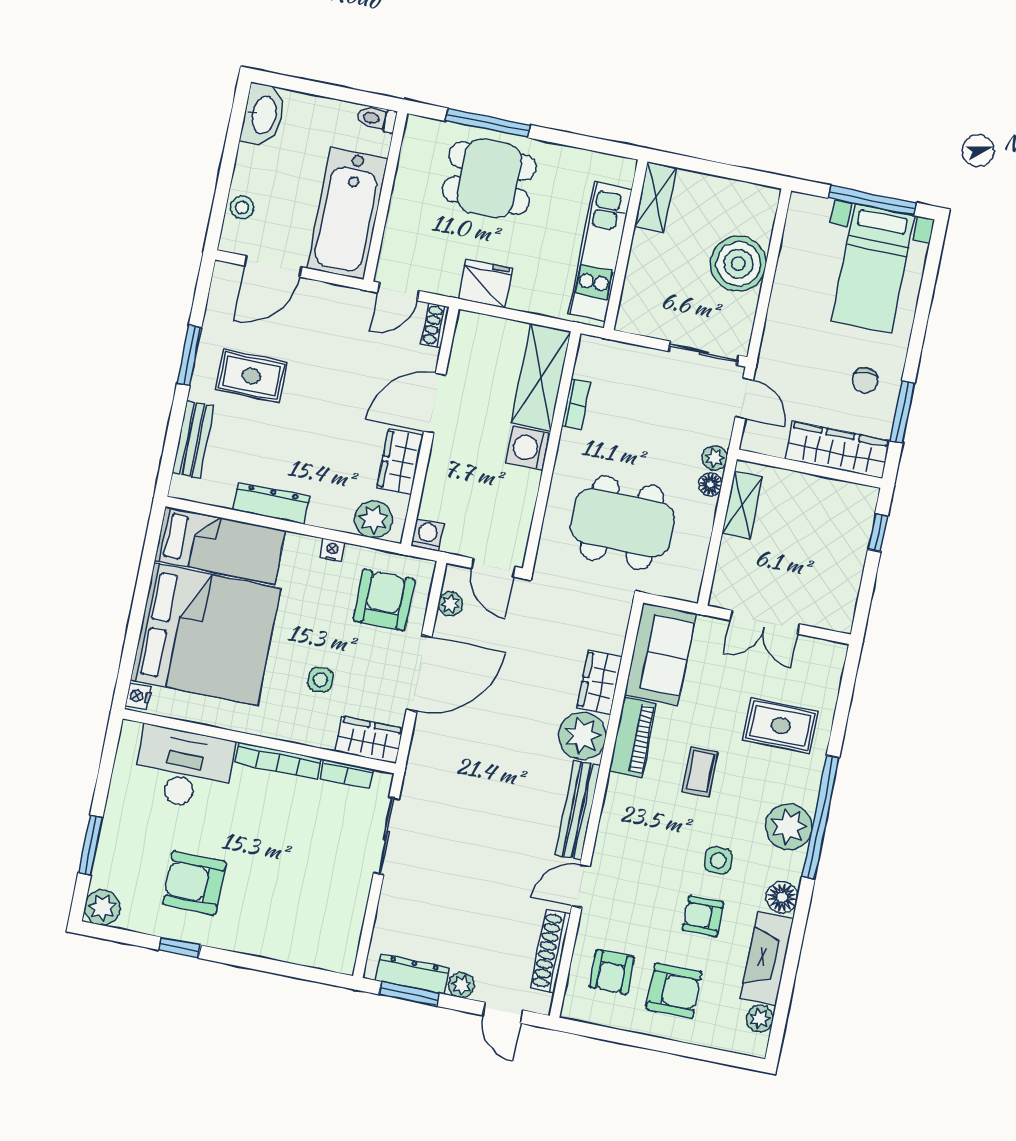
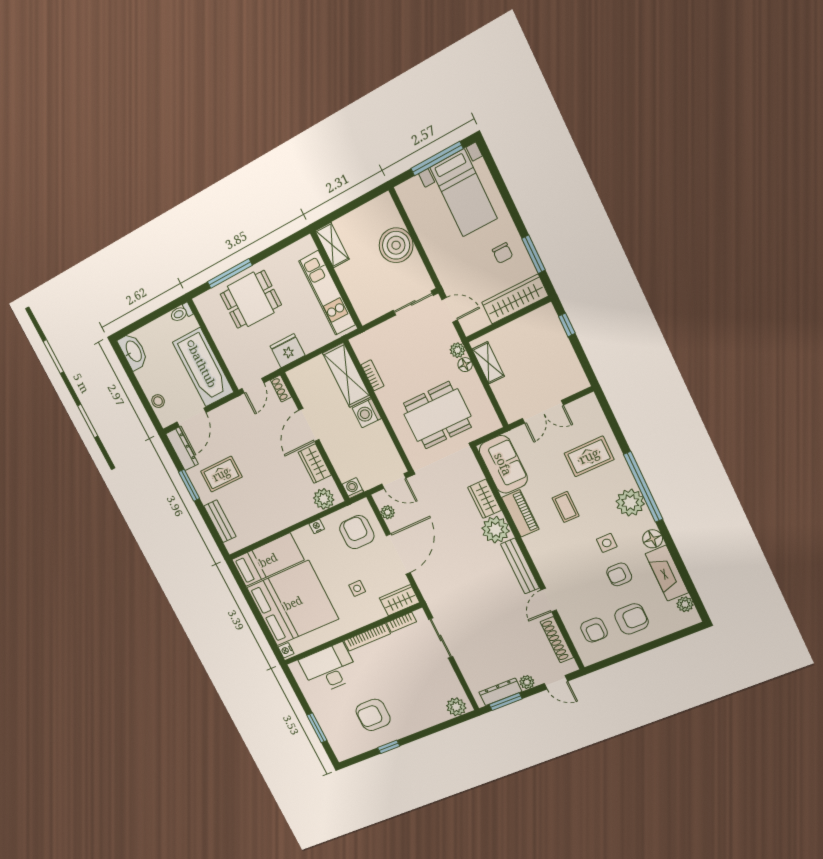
dresser: (271, 503) -> (182, 449), moved, turned 90
plant: (102, 908) -> (456, 707), moved

